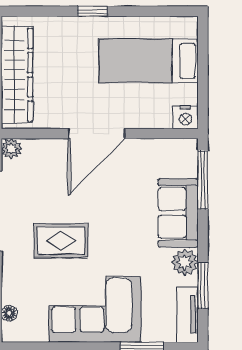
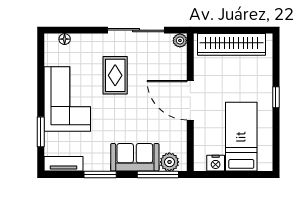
nightstand: (185, 117) -> (216, 163), moved, turned -90
plant: (185, 262) -> (169, 162), moved
window: (203, 285) -> (100, 175), moved

